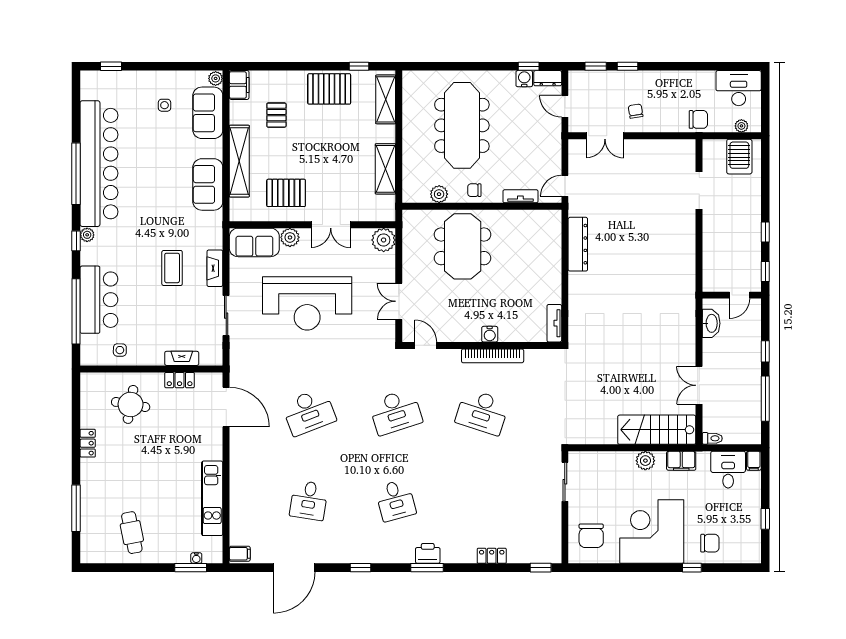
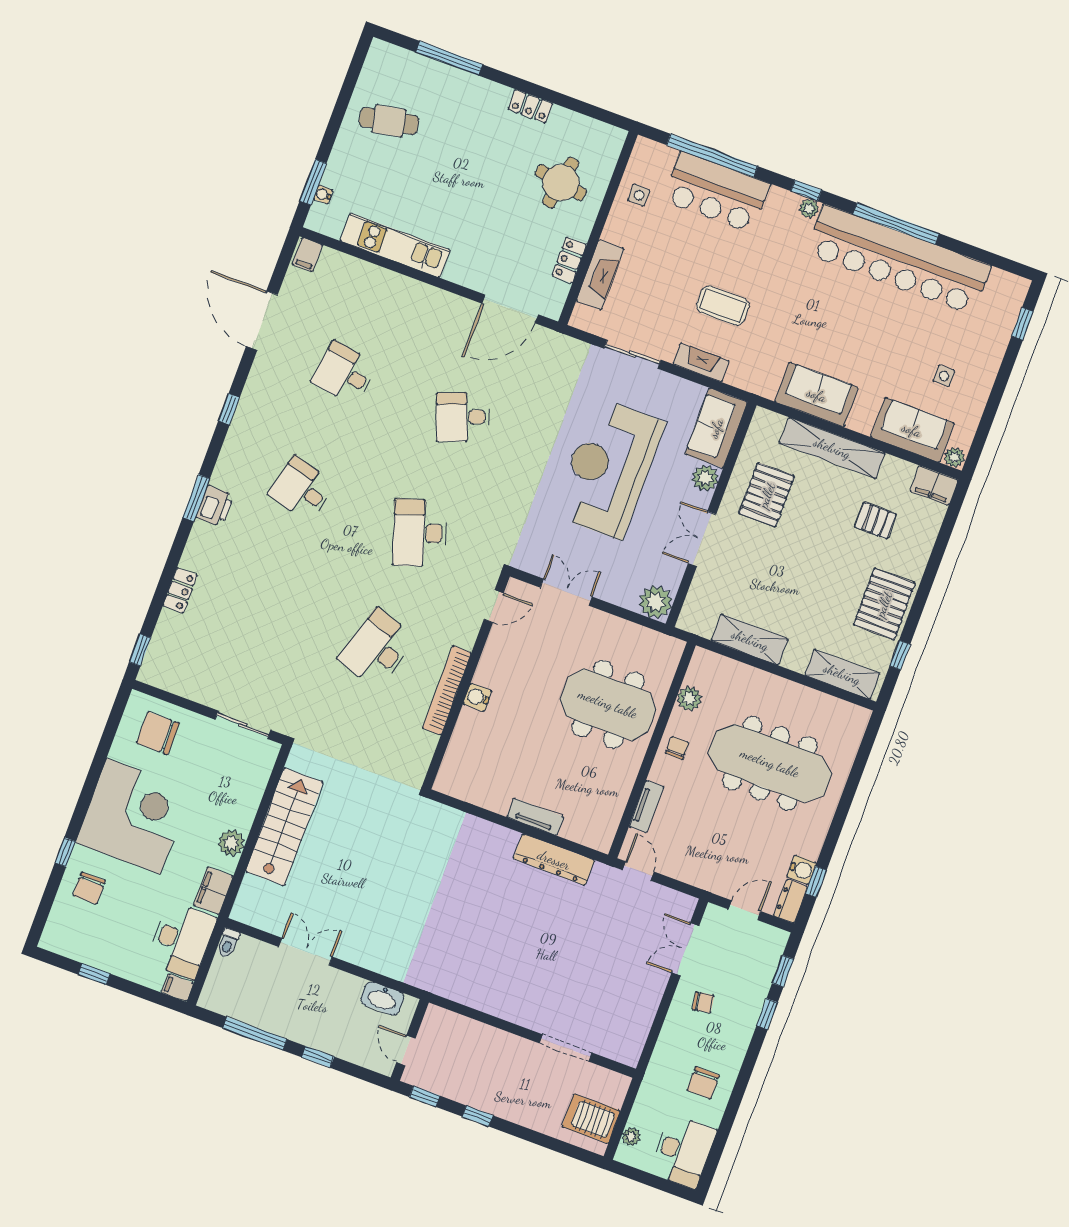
chair: (698, 119) -> (703, 1083), moved
tv unit: (554, 323) -> (535, 817), moved
fireplace: (182, 358) -> (600, 275), width x1.37, depth x1.32
desk: (309, 412) -> (463, 417), width x0.73
stairs: (657, 430) -> (284, 827), moved
desk: (728, 470) -> (182, 940), width x1.37
desk: (395, 500) -> (302, 489), turned 30

